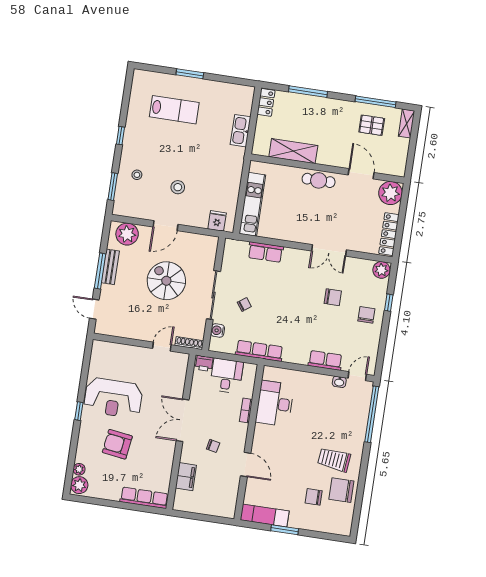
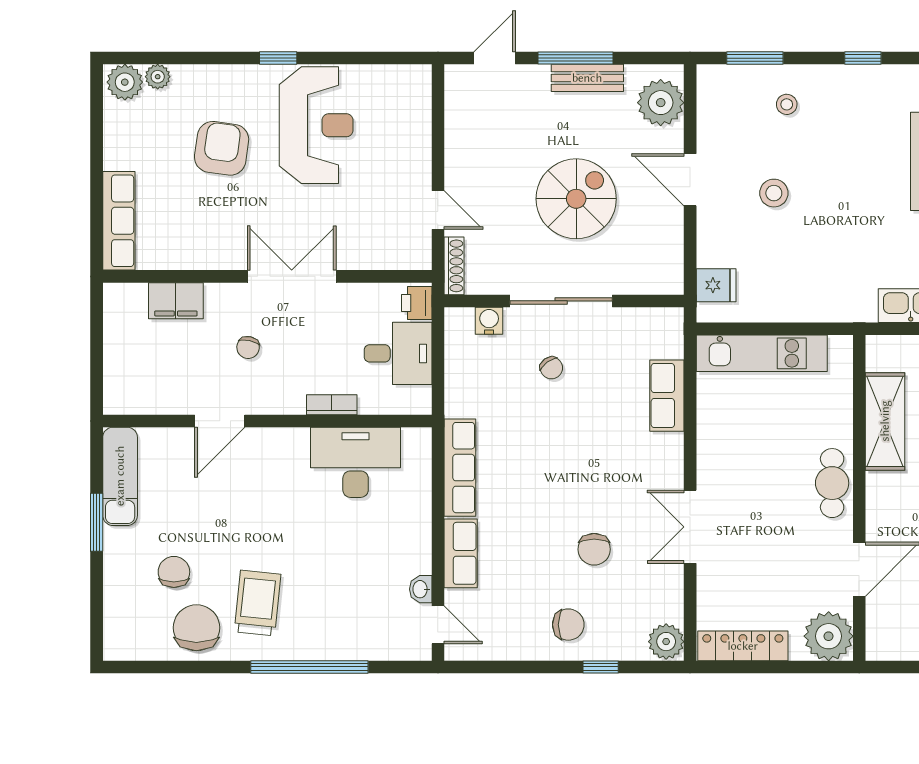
row of seats: (259, 351) -> (460, 468), moved
reception desk: (113, 398) -> (316, 125), turned 180
window: (372, 414) -> (309, 667), moved

